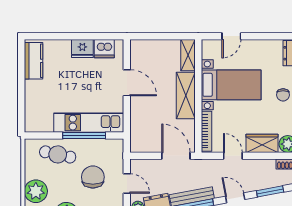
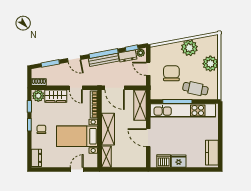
kitchen unit: (89, 123) -> (183, 110), width x1.36
shelving: (139, 130) -> (140, 105), added
chair: (93, 177) -> (171, 73), turned 180

